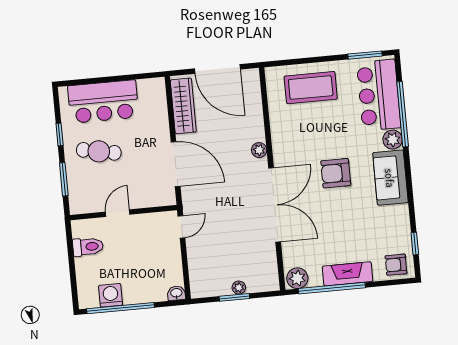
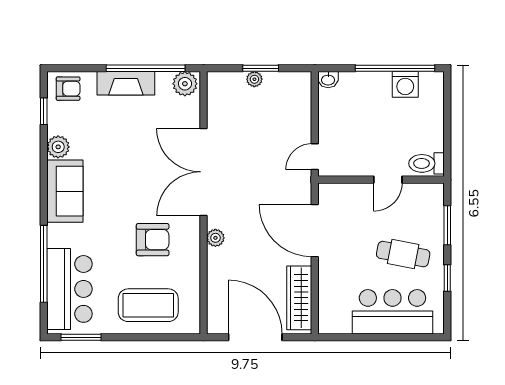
plant: (393, 140) -> (58, 147), moved
armchair: (336, 173) -> (153, 240), moved
toilet: (88, 247) -> (426, 163), moved

